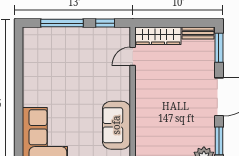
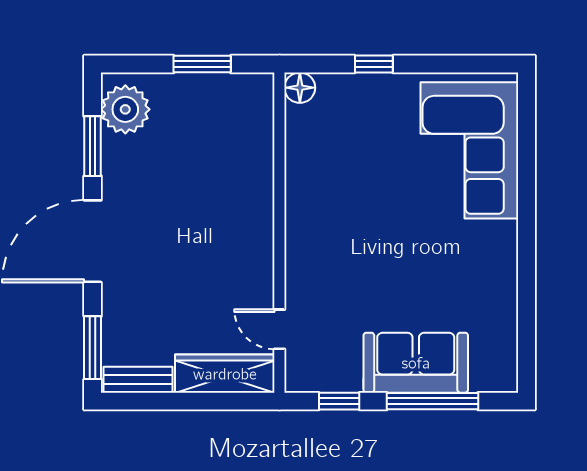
door: (133, 56) -> (279, 329), swing flipped
sofa: (116, 125) -> (416, 363), moved, turned -90

